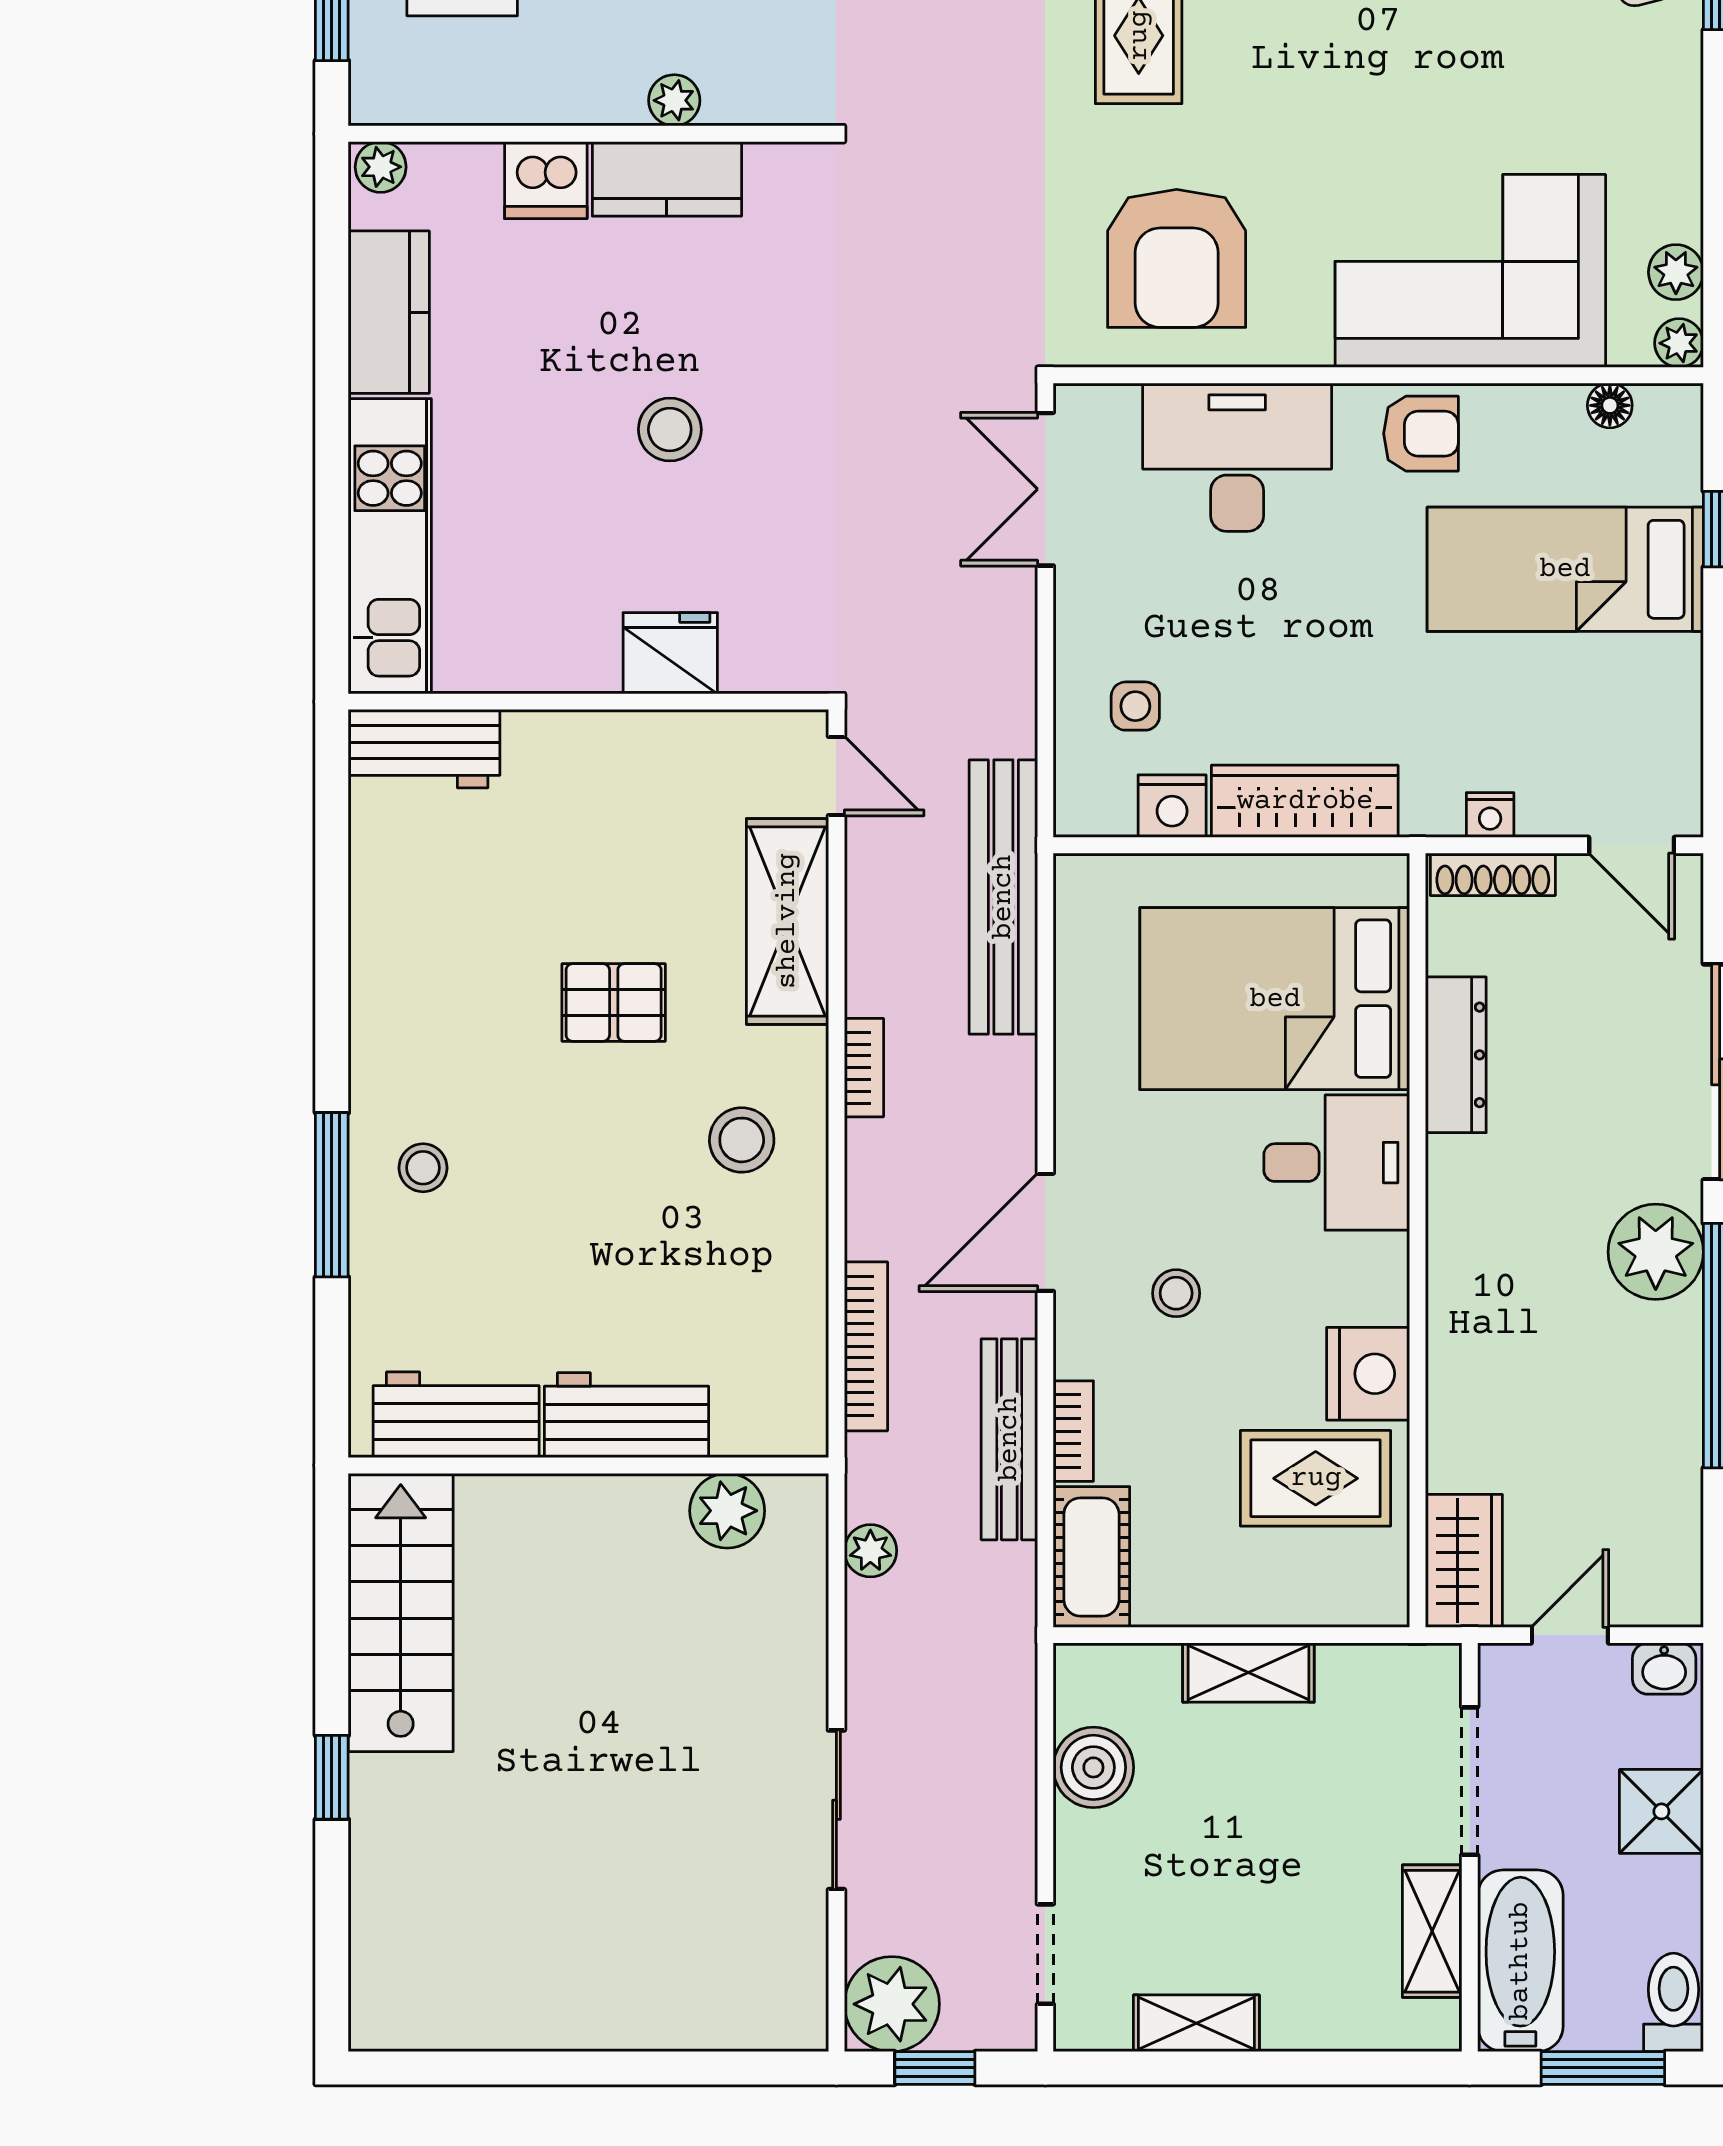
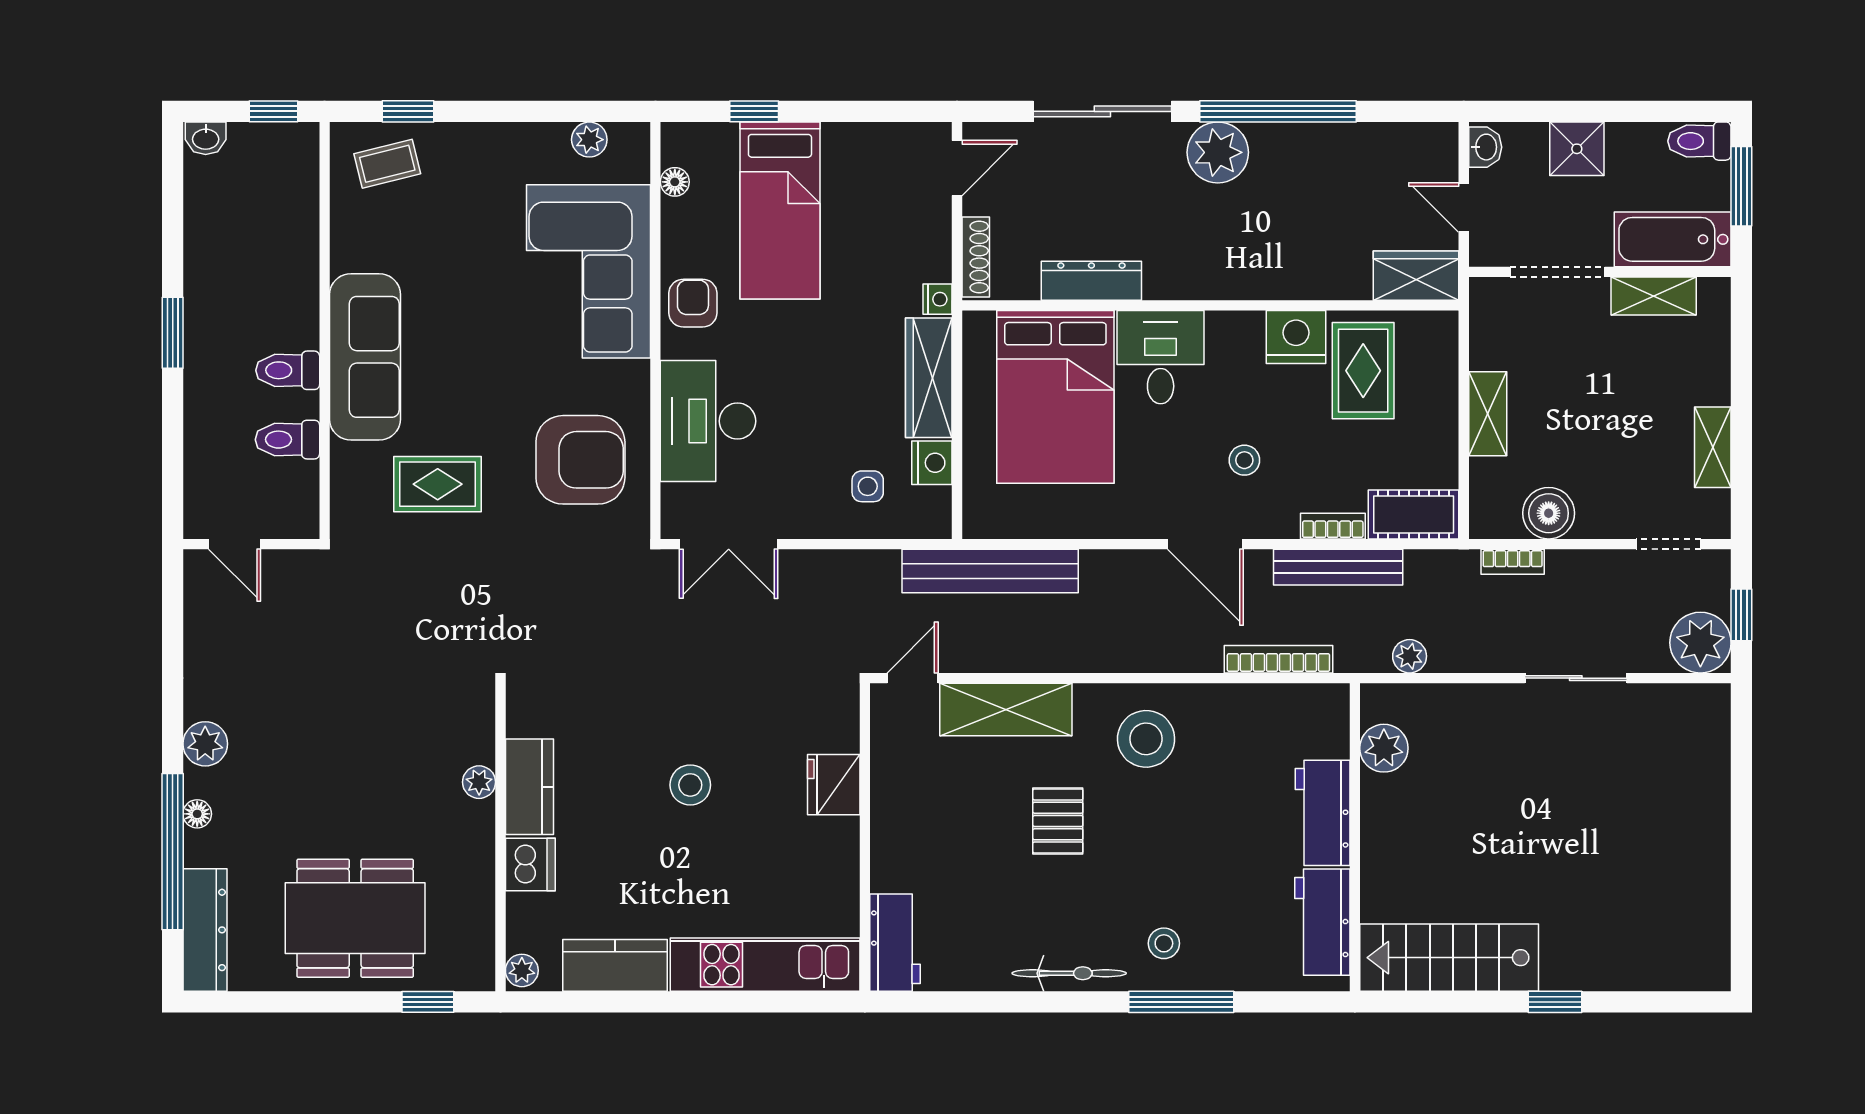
plant: (1679, 343) -> (635, 138), removed
nightstand: (1490, 815) -> (938, 299), moved
bicycle: (376, 1020) -> (1069, 973), added
bookcase: (864, 1068) -> (1513, 562), moved, turned 180
stool: (742, 1140) -> (1146, 739), width x1.38, depth x1.38

